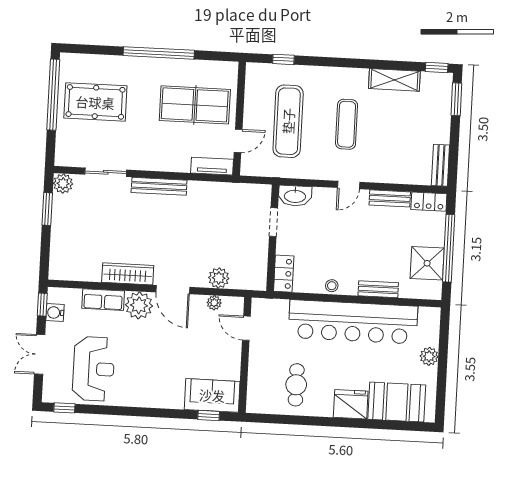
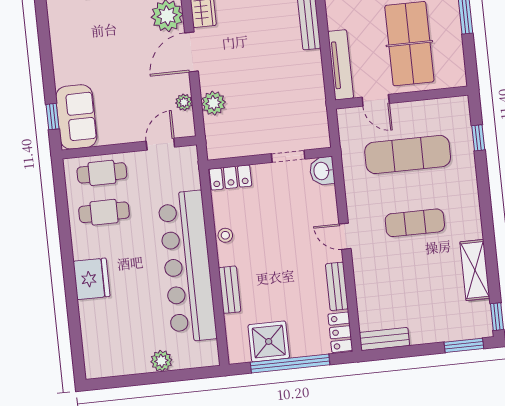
tv unit: (212, 166) -> (341, 65), width x1.41
washbasin: (295, 196) -> (322, 171), width x0.72
cafe table: (263, 381) -> (102, 173), added
booth: (397, 402) -> (102, 332), removed

